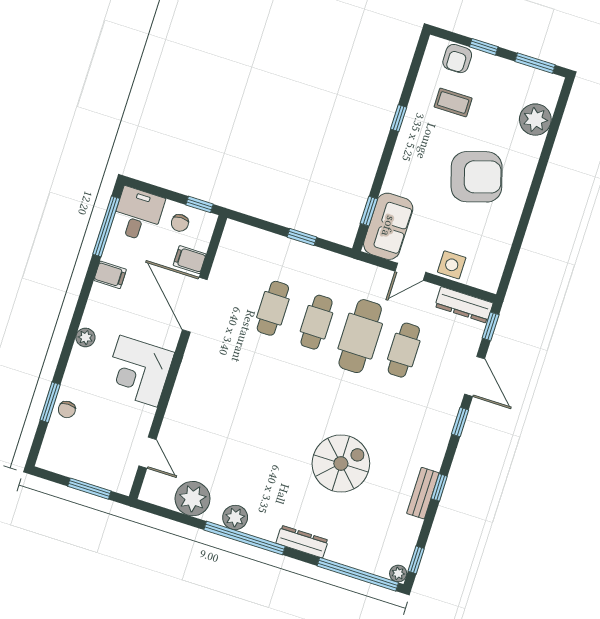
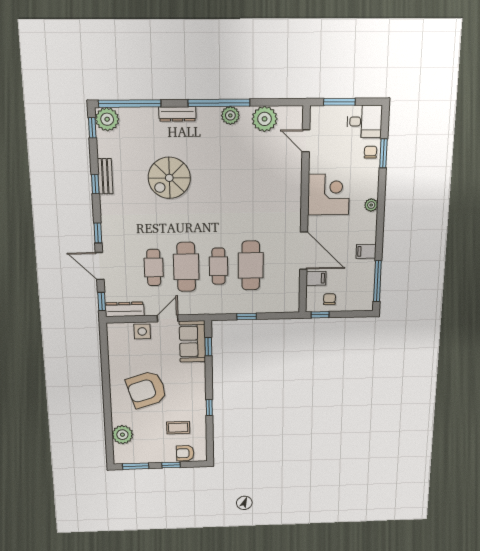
armchair: (457, 59) -> (185, 453), turned -90
desk: (138, 214) -> (364, 121), moved, turned -90
cafe table: (273, 308) -> (251, 266), width x1.37, depth x1.35
plant: (398, 574) -> (107, 119), width x1.88, depth x1.88

